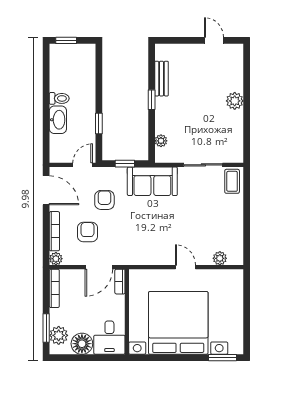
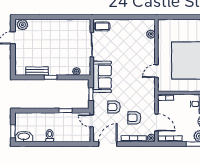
plant: (235, 101) -> (22, 25), moved
washbasin: (58, 120) -> (24, 137), moved
door: (99, 267) -> (156, 122), moved
door: (185, 267) -> (156, 71), moved

